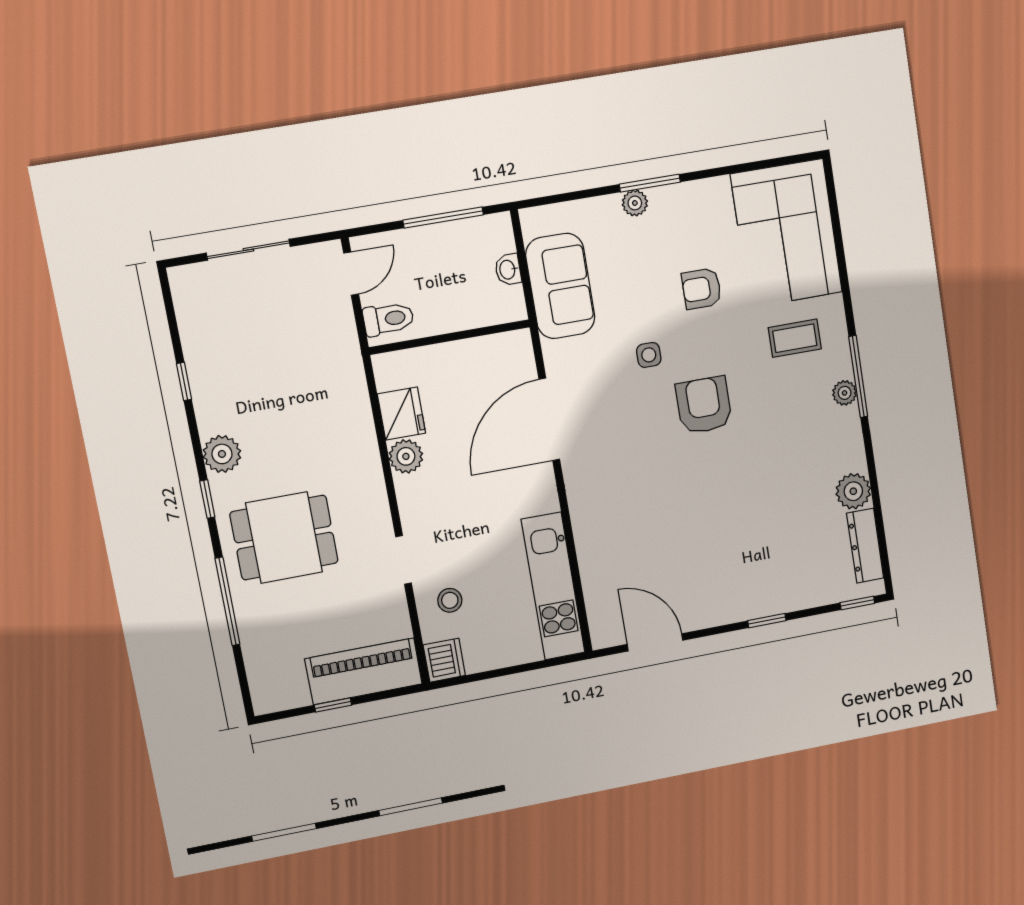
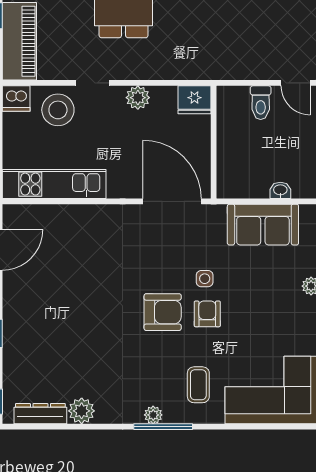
armchair: (702, 289) -> (207, 314), moved
wall: (450, 337) -> (214, 142), moved
plant: (406, 456) -> (138, 98), moved
stool: (450, 600) -> (58, 110), width x1.89, depth x1.89

